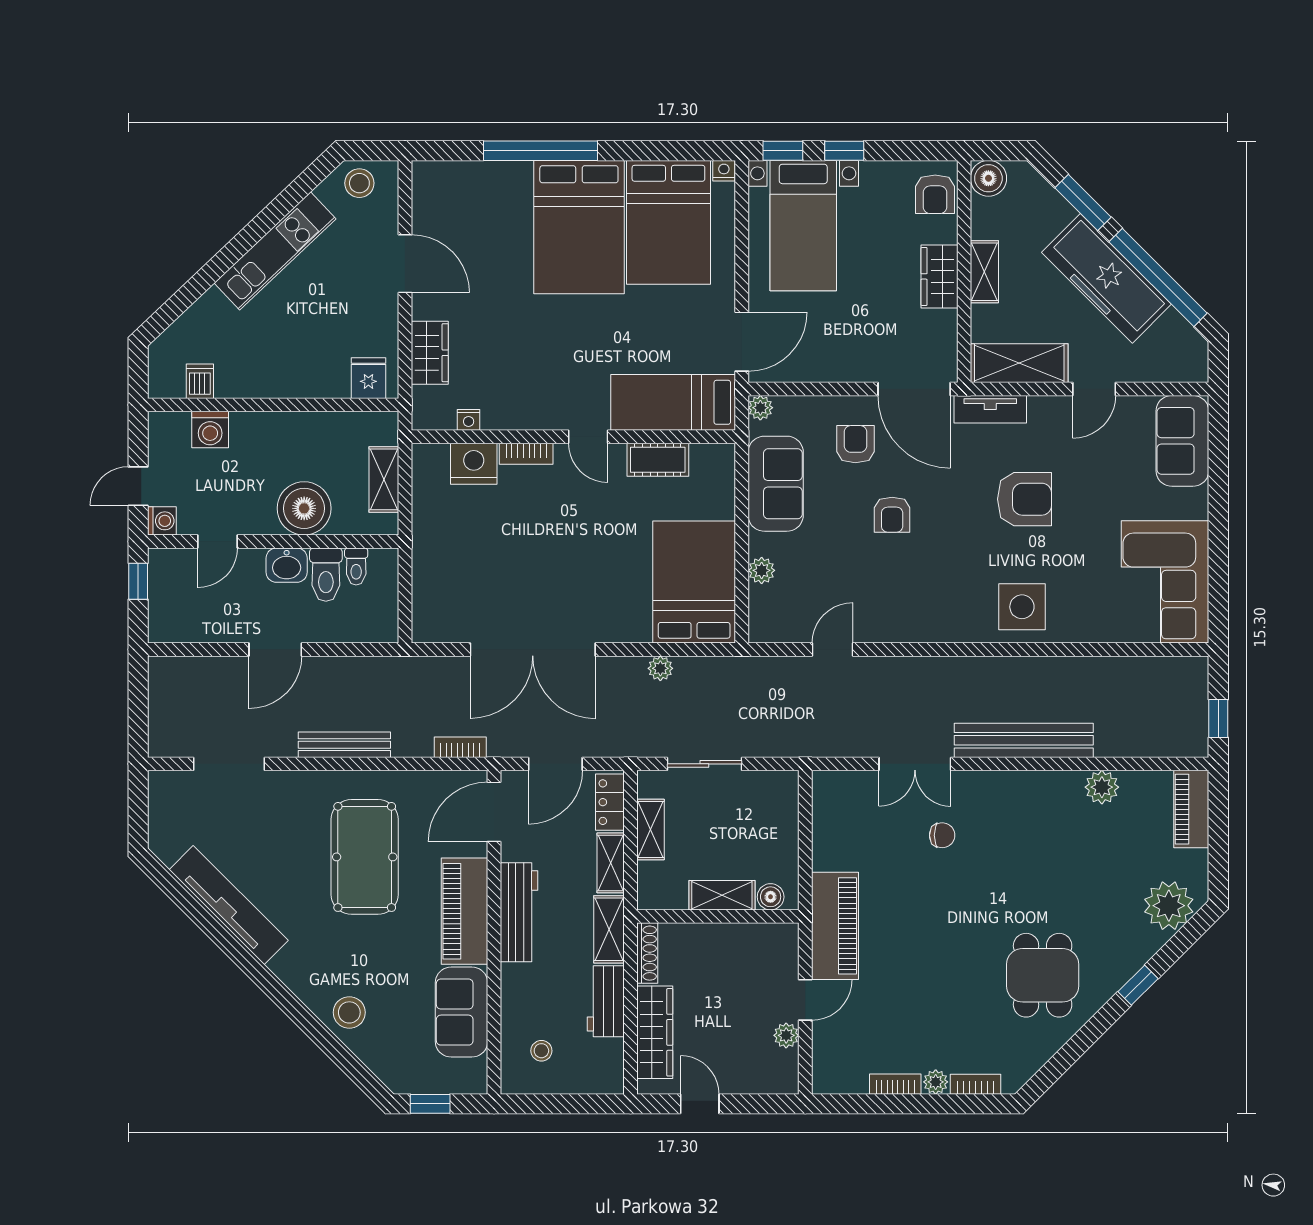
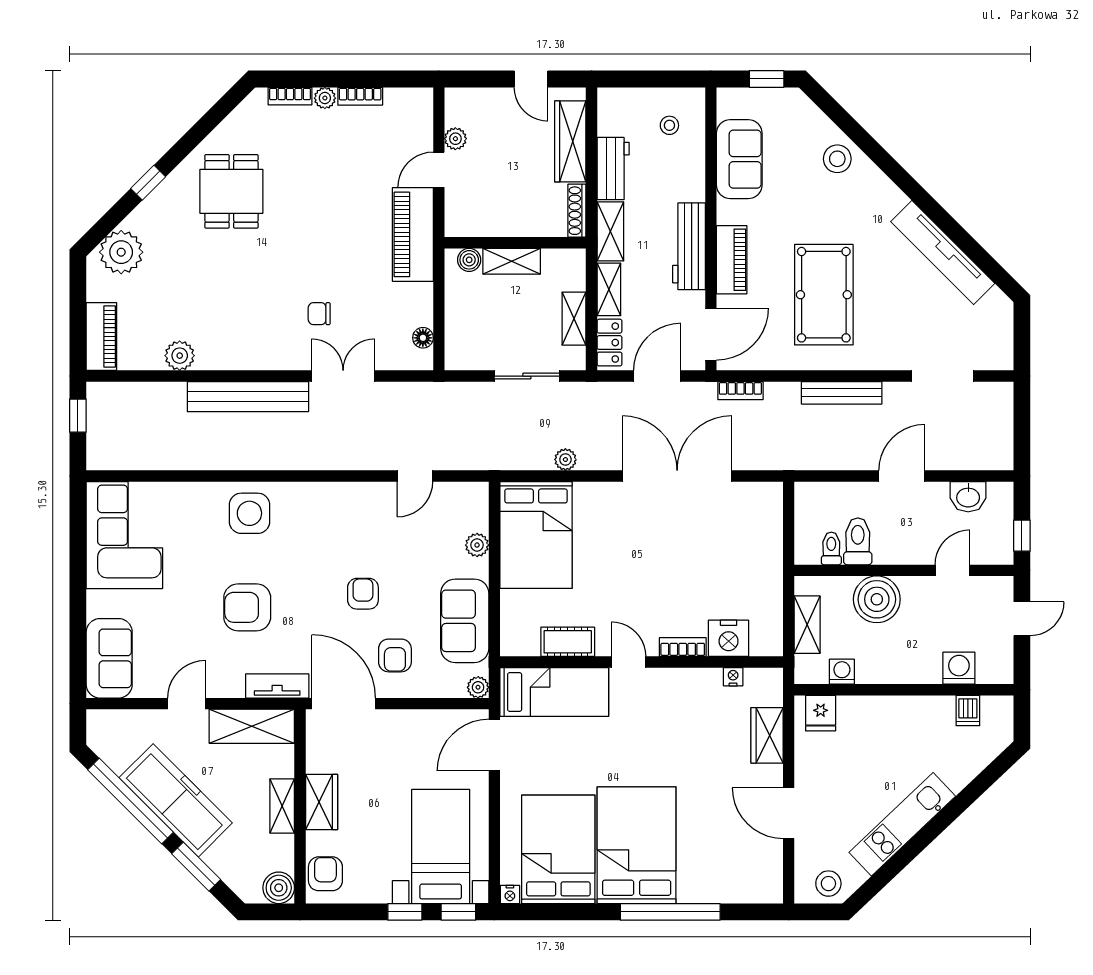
washing machine: (162, 521) -> (842, 672), moved, turned 90
washbasin: (287, 565) -> (968, 497), moved, turned 180
floor lamp: (823, 808) -> (423, 338), added
piano: (464, 911) -> (732, 260), width x0.73, depth x0.75

